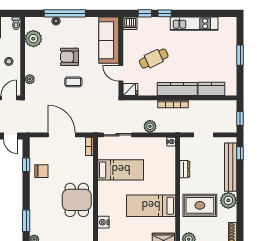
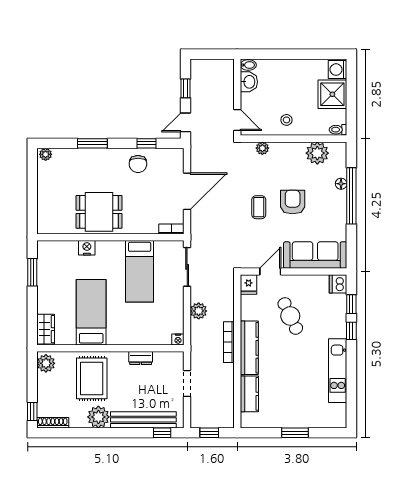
window: (26, 221) -> (92, 143), moved
nightstand: (103, 222) -> (87, 248), moved

